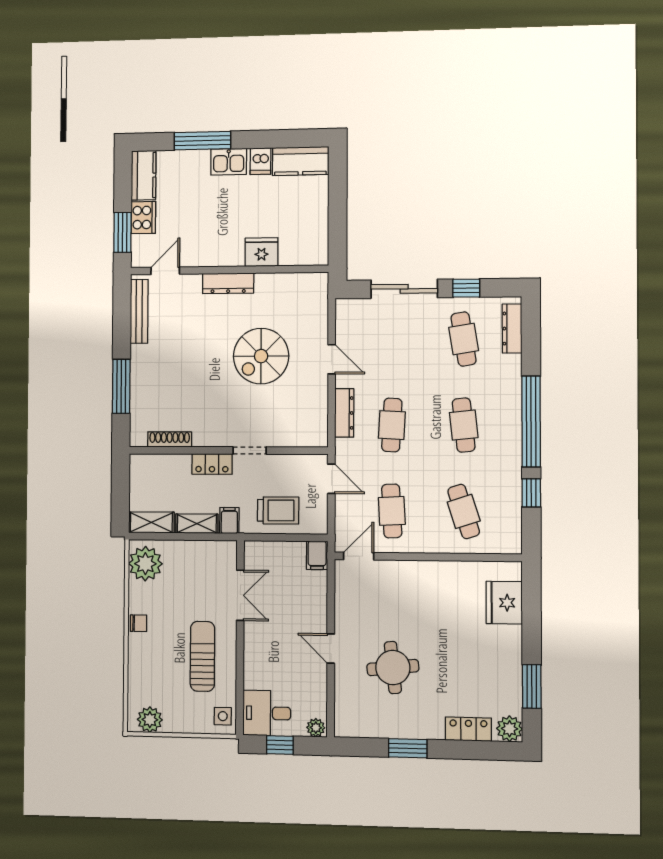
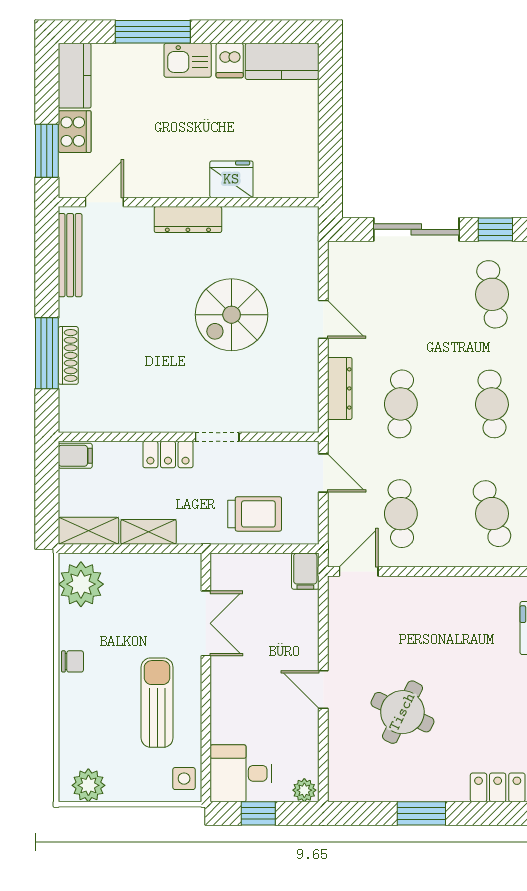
shoe rack: (170, 439) -> (68, 355), moved, turned 90
filing cabinet: (229, 521) -> (75, 456), moved, turned 90
round table: (393, 668) -> (402, 712), turned 32

